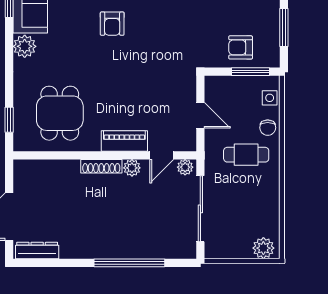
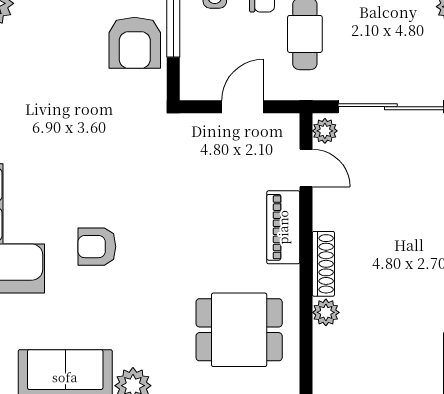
armchair: (112, 24) -> (97, 247), turned 180
armchair: (241, 47) -> (135, 43), width x1.38, depth x1.38
plant: (132, 168) -> (326, 312), moved

